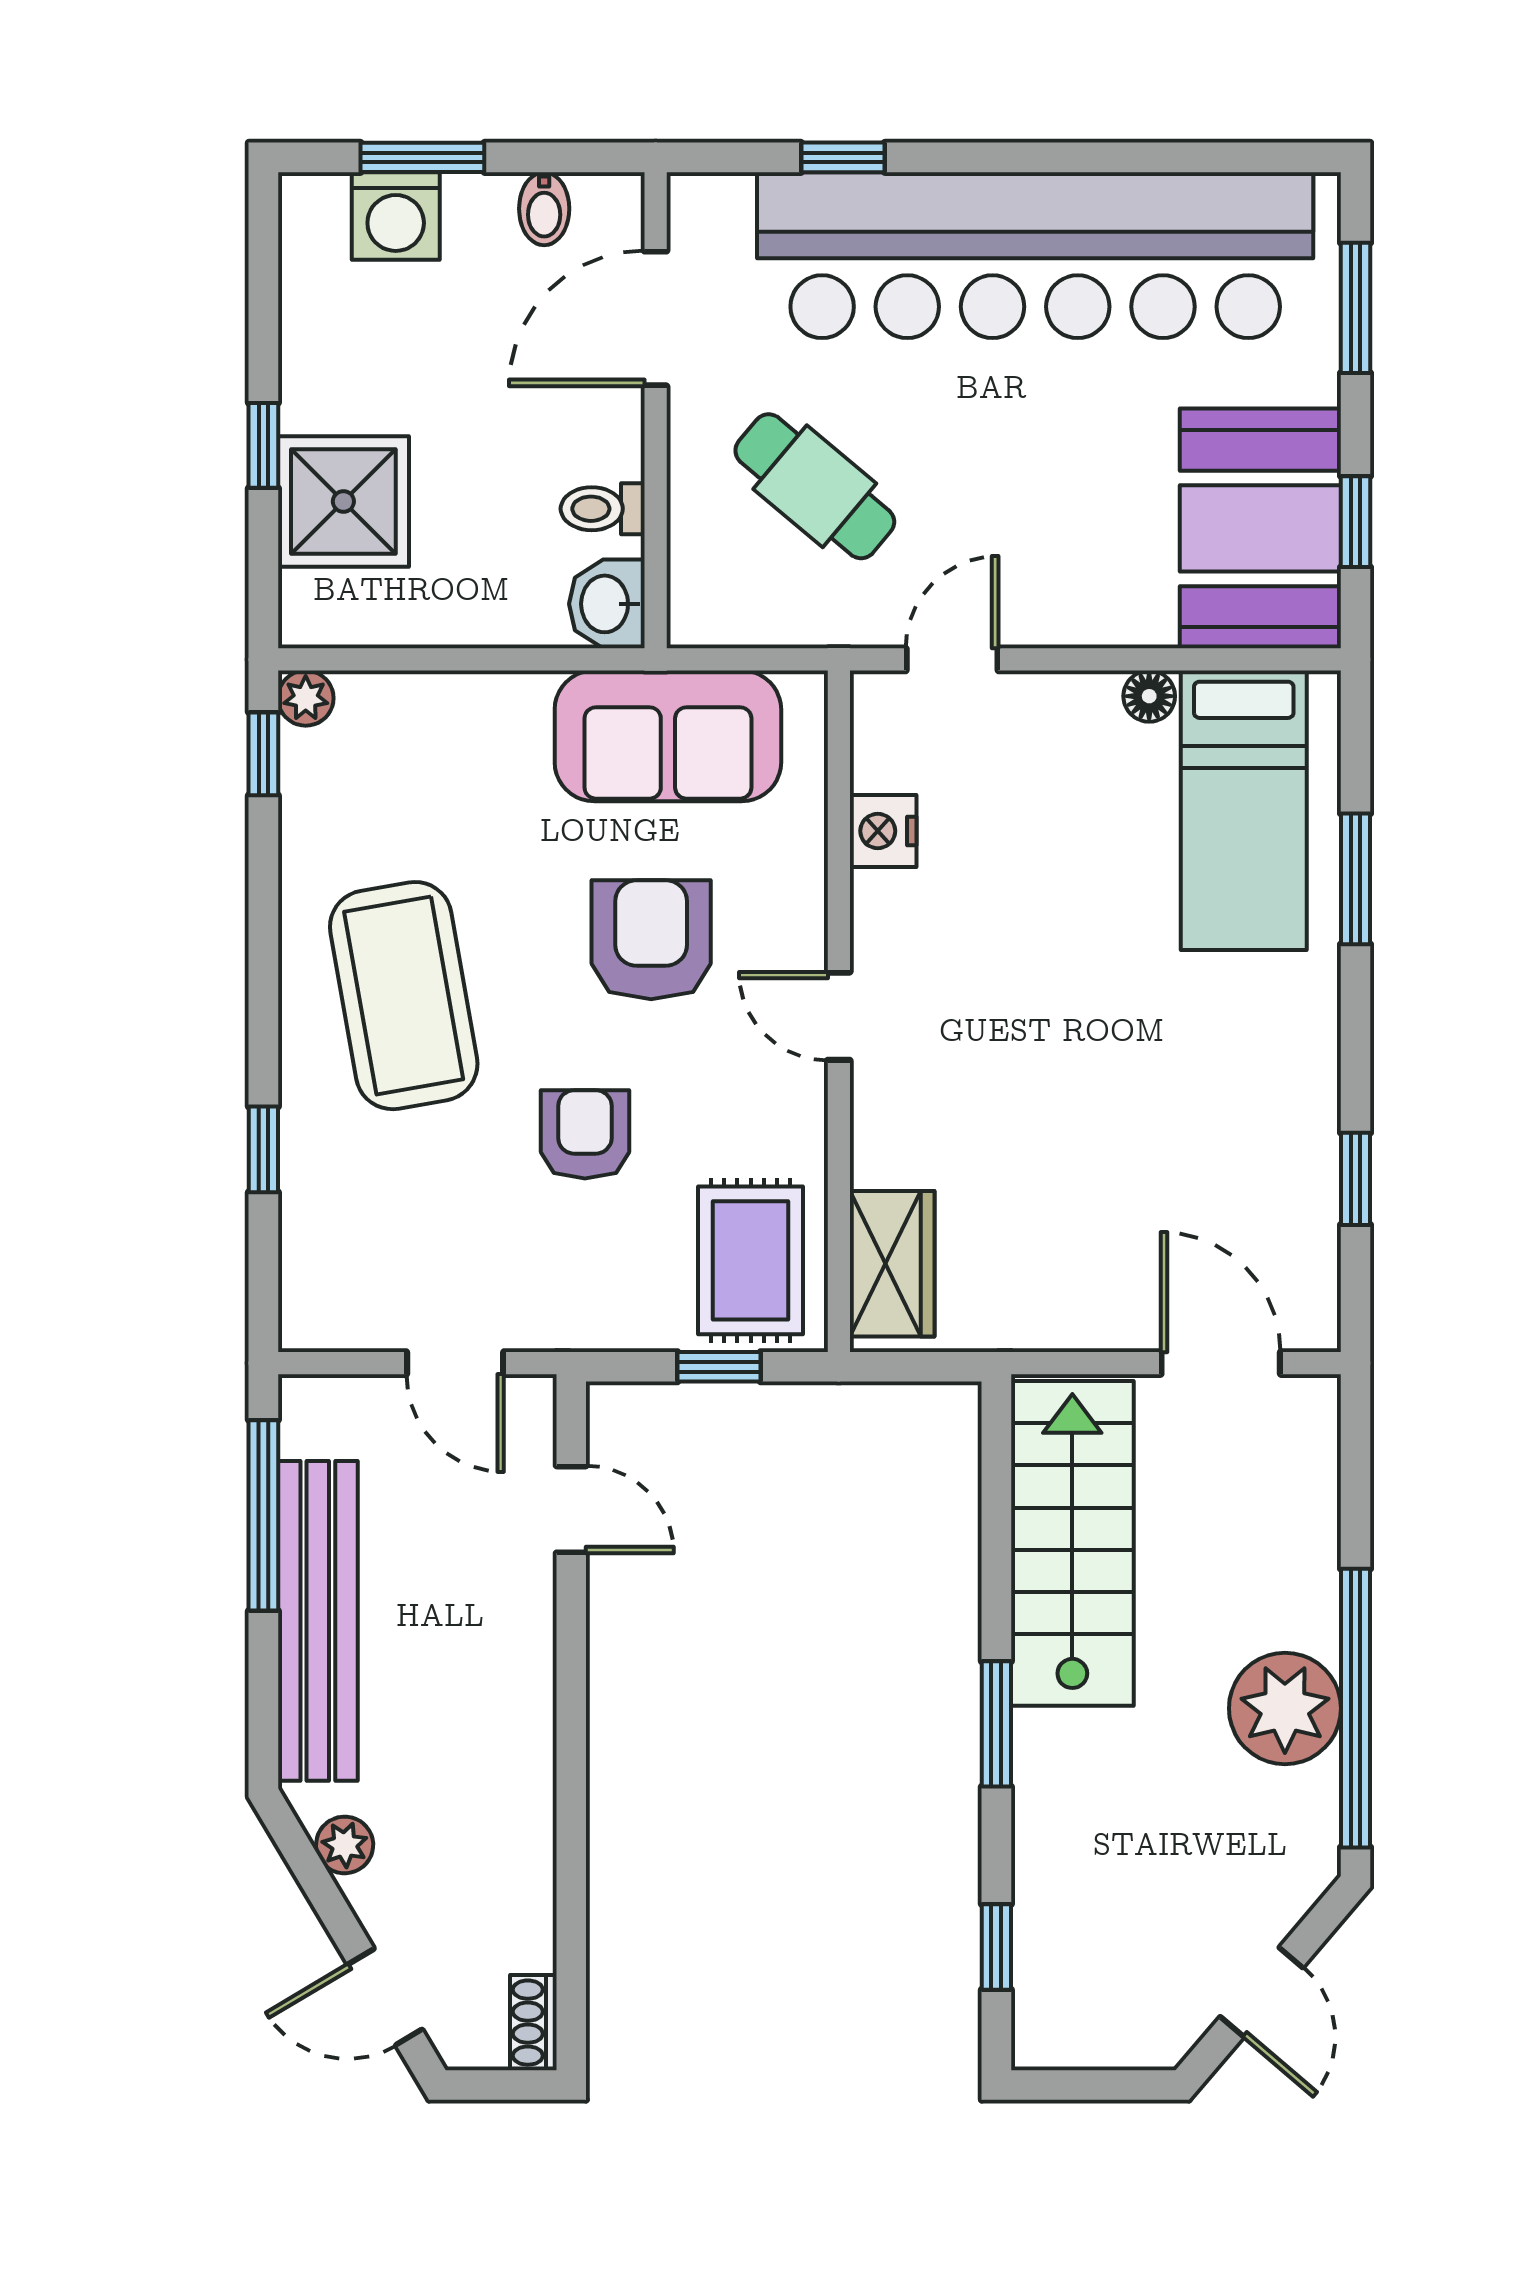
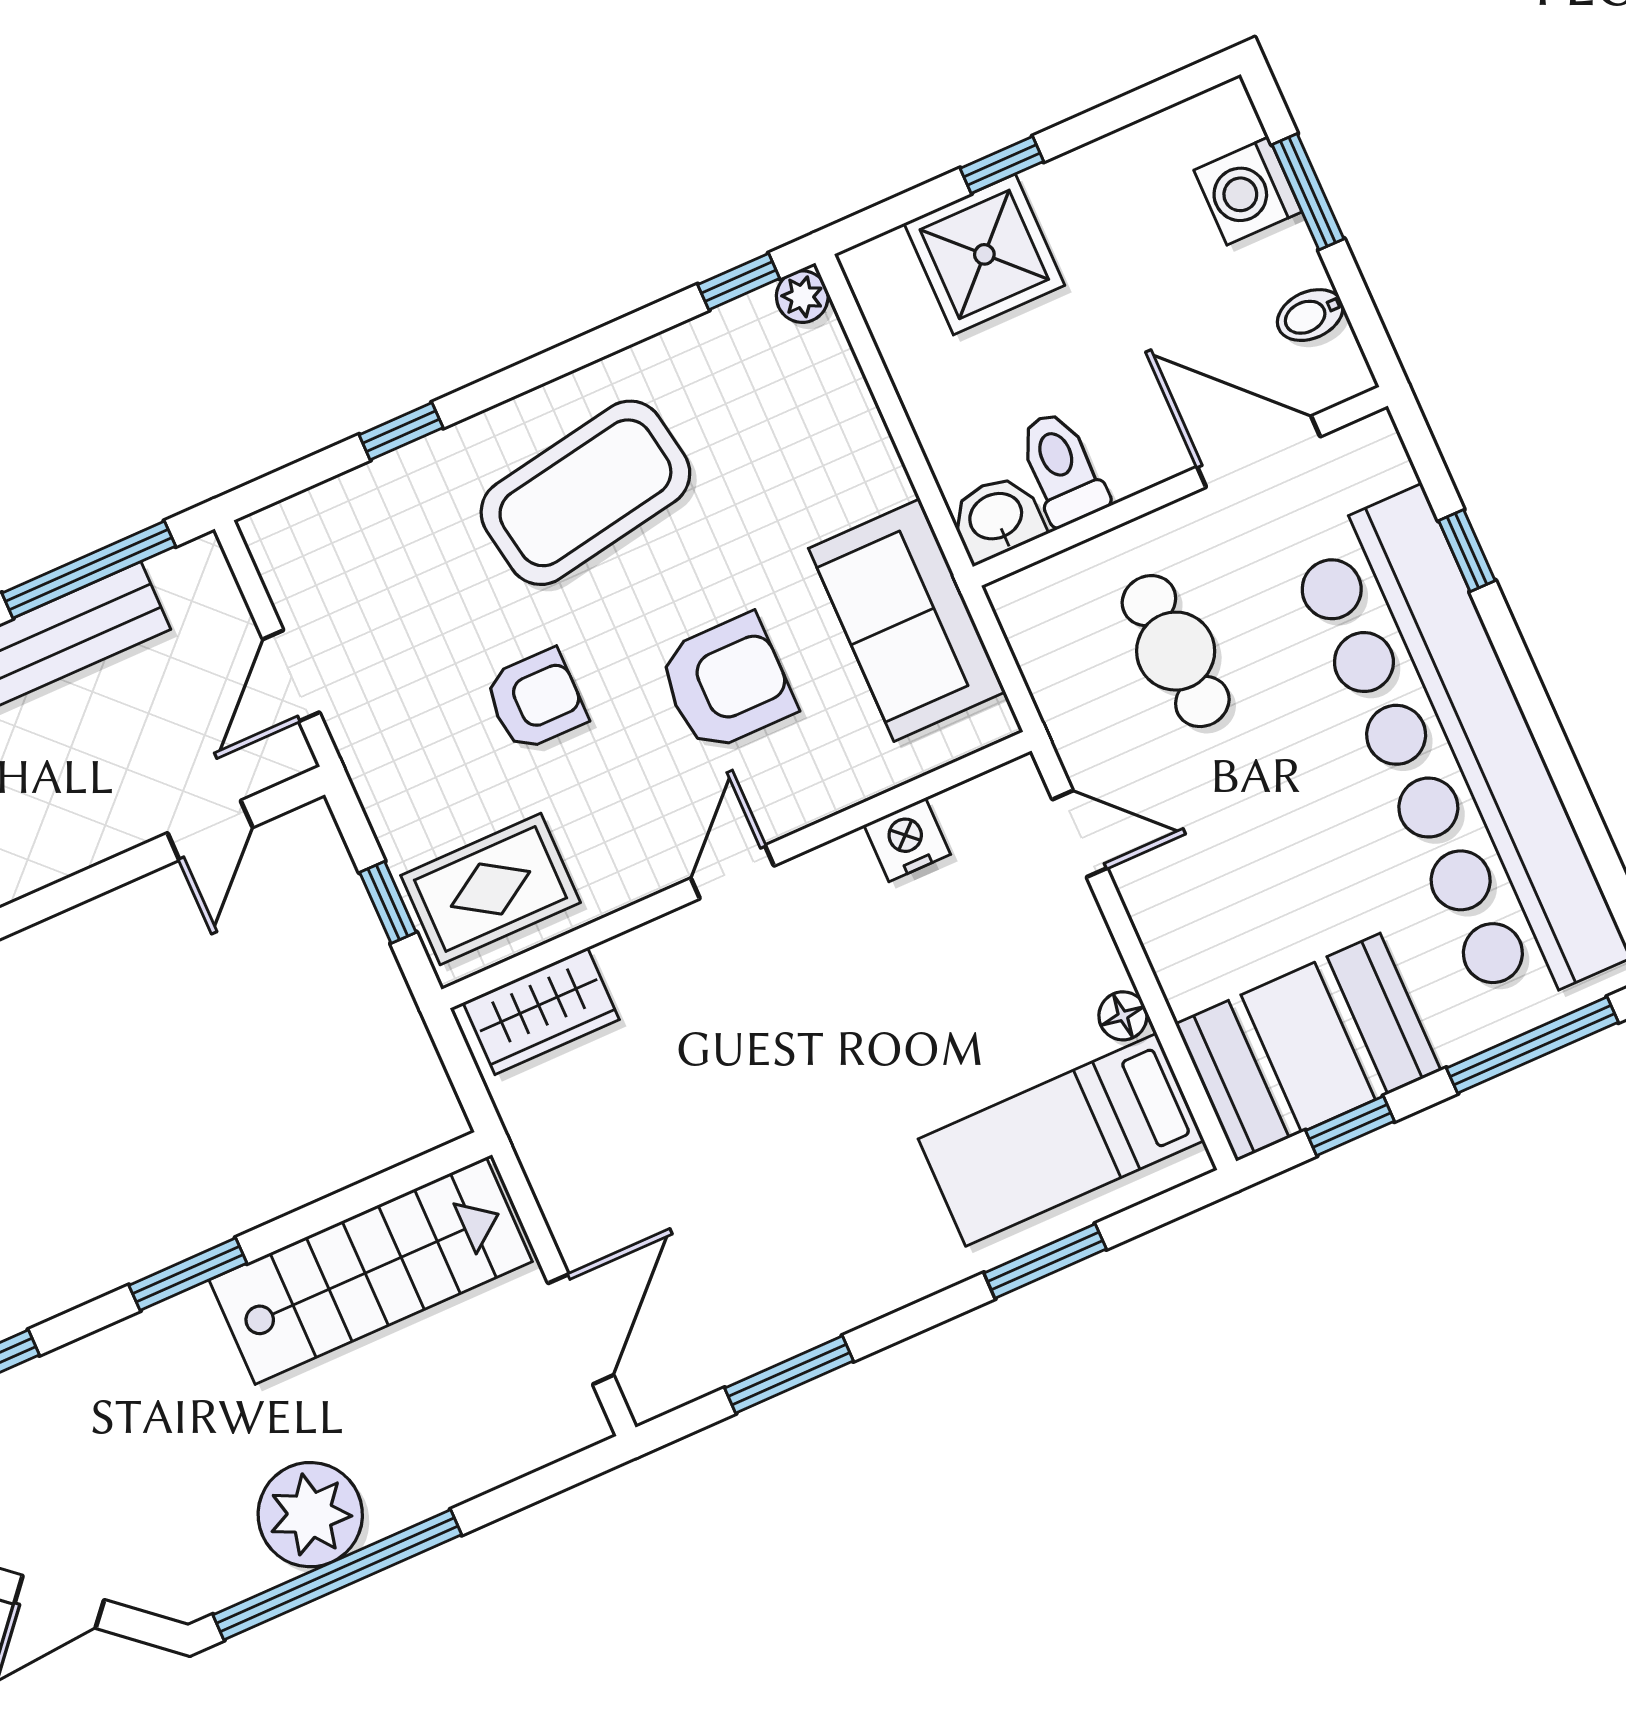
window: (1356, 308) -> (1532, 1045), width x1.44
cafe table: (815, 486) -> (1176, 651), turned -44
toilet: (603, 509) -> (1062, 468), width x1.37, depth x1.39
window: (1356, 1179) -> (789, 1375), width x1.50

